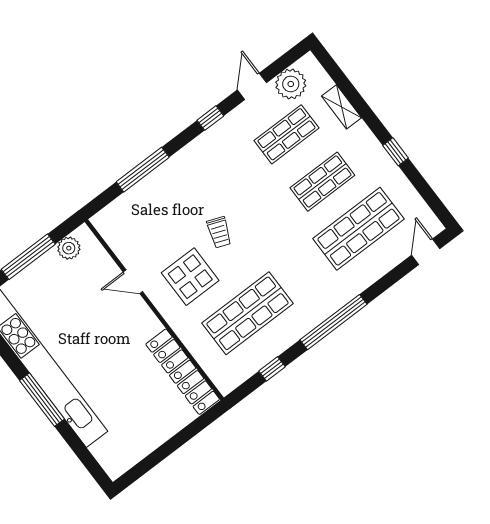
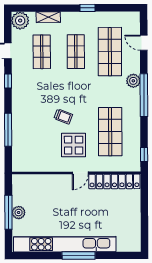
plant: (291, 84) -> (20, 21), moved
plant: (69, 248) -> (19, 213), moved
door: (426, 252) -> (144, 43), moved
door: (133, 282) -> (80, 173), moved
plant: (342, 292) -> (133, 81), added
window: (272, 369) -> (144, 154), moved

